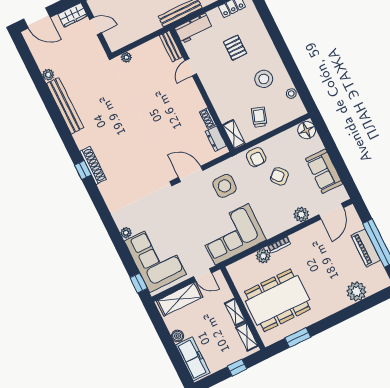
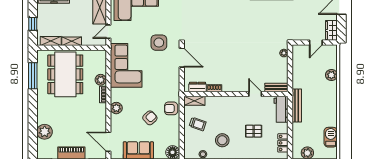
door: (191, 174) -> (182, 58), hinge flipped
side table: (225, 186) -> (159, 43), moved
plant: (301, 214) -> (116, 108), moved
window: (298, 338) -> (33, 76), width x1.44

